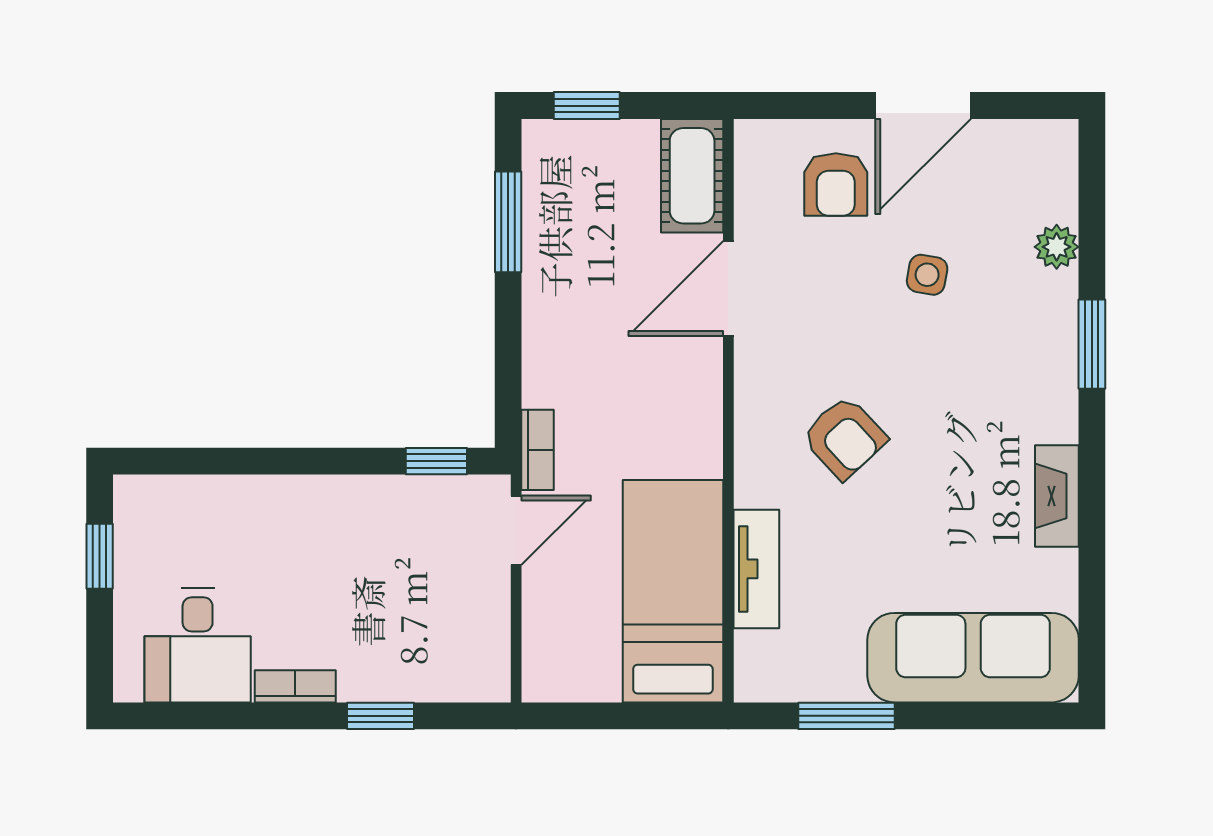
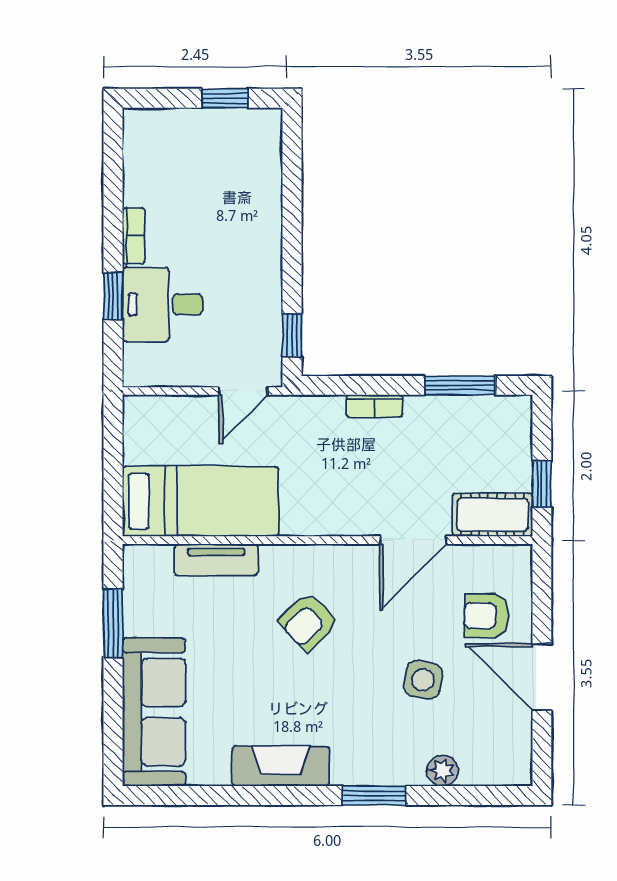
window: (587, 106) -> (542, 484), moved
side table: (927, 275) -> (423, 680), width x1.37, depth x1.37
door: (728, 289) -> (413, 540), swing flipped
bookcase: (538, 450) -> (374, 406), moved
fireplace: (1057, 496) -> (281, 766), width x1.37, depth x1.32
door: (516, 530) -> (243, 391), hinge flipped
desk: (198, 645) -> (163, 304), moved

